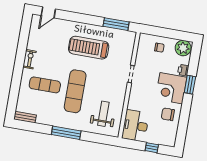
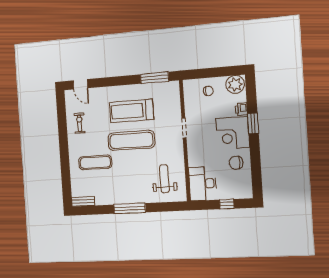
door: (48, 12) -> (80, 84), hinge flipped
exercise bike: (30, 59) -> (80, 123), moved
exercise mat: (75, 91) -> (131, 140), moved, turned 90

